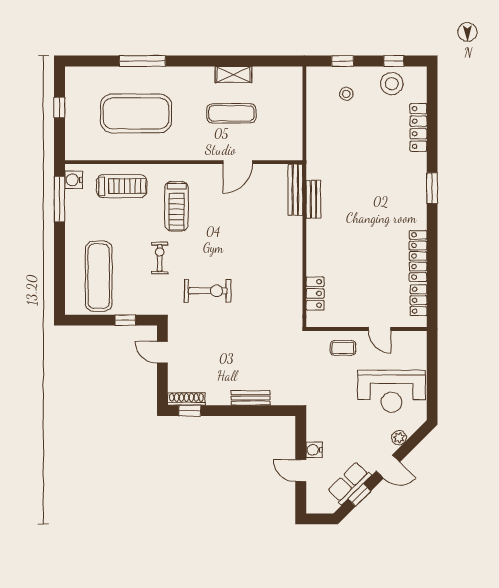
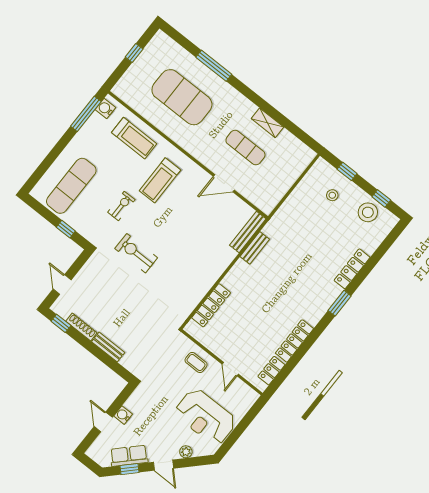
locker: (418, 127) -> (352, 269), moved
exercise bike: (208, 291) -> (136, 253), turned 180
locker: (315, 293) -> (211, 305), width x1.53
door: (162, 352) -> (62, 285), moved
shoe rack: (186, 399) -> (81, 327), moved

